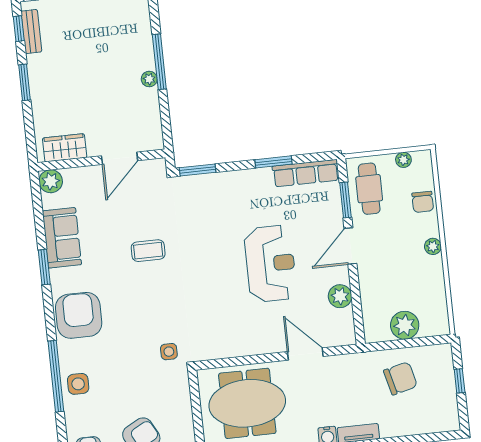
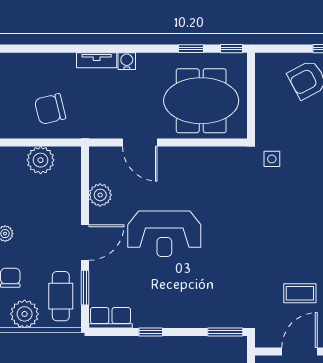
plant: (403, 160) -> (25, 314), width x1.87, depth x1.87
window: (273, 162) -> (151, 332), width x0.67
row of seats: (306, 173) -> (110, 318), width x0.68
coffee table: (148, 251) -> (300, 293), moved
reception desk: (270, 264) -> (164, 234), turned -90

